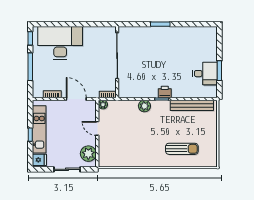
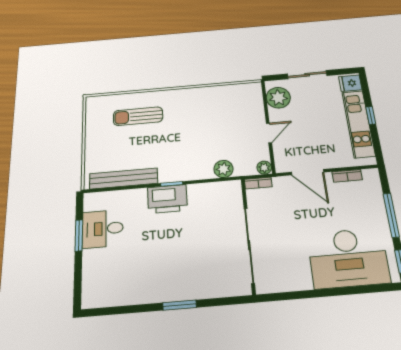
printer: (165, 92) -> (167, 199), width x1.87, depth x1.48
plant: (144, 106) -> (223, 169), moved
door: (97, 128) -> (269, 133), hinge flipped

